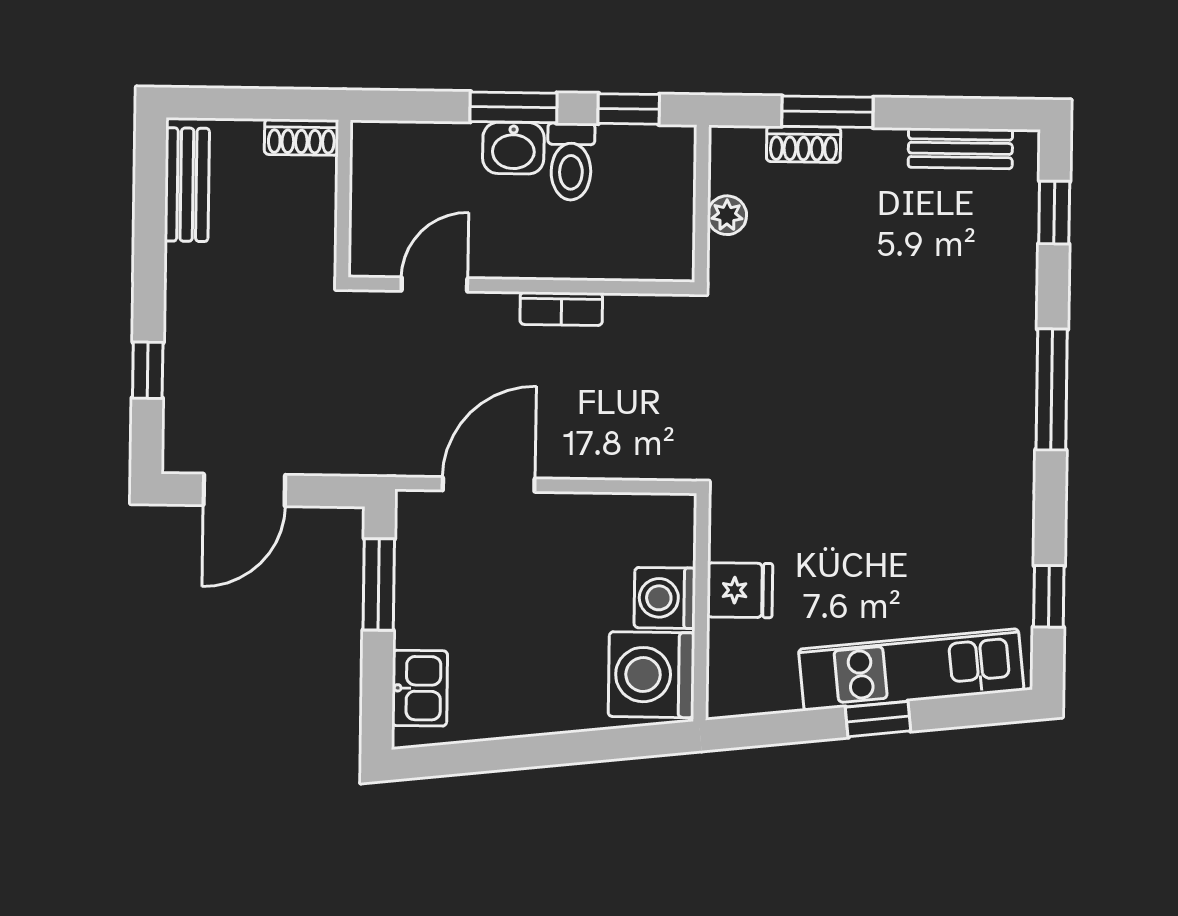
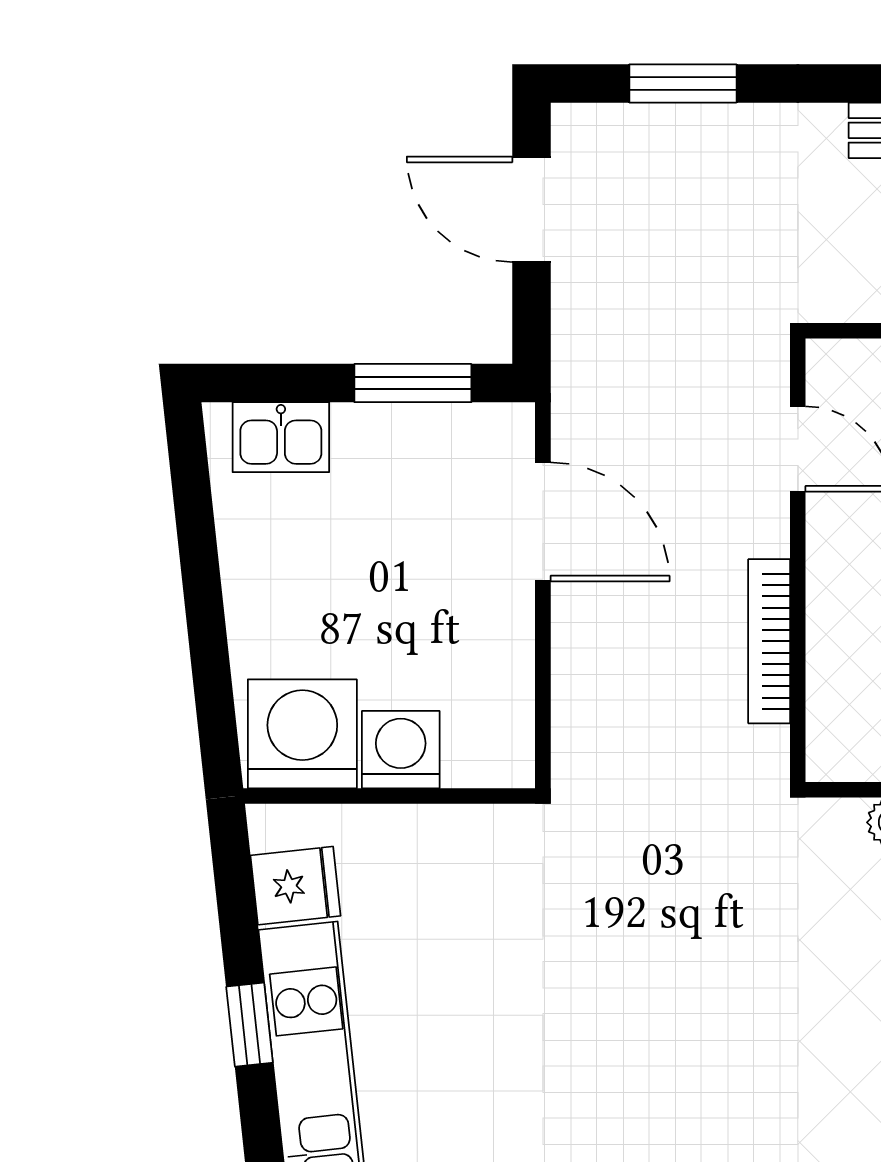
bookcase: (561, 309) -> (769, 641), width x1.56
window: (148, 370) -> (683, 83), width x1.50
fridge: (740, 590) -> (296, 886), moved, turned -96

